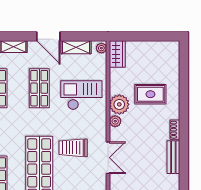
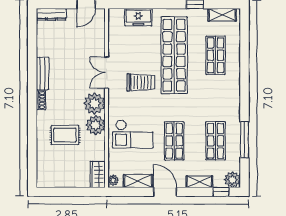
plant: (115, 121) -> (95, 103), width x1.88, depth x1.88

